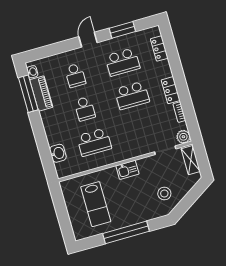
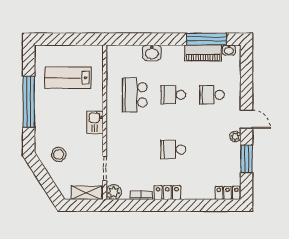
plant: (106, 45) -> (235, 137), added
locker: (159, 48) -> (228, 193), moved
school desk: (123, 62) -> (212, 149), removed
school desk: (132, 95) -> (173, 149), width x0.54
washbasin: (58, 153) -> (152, 53), moved

